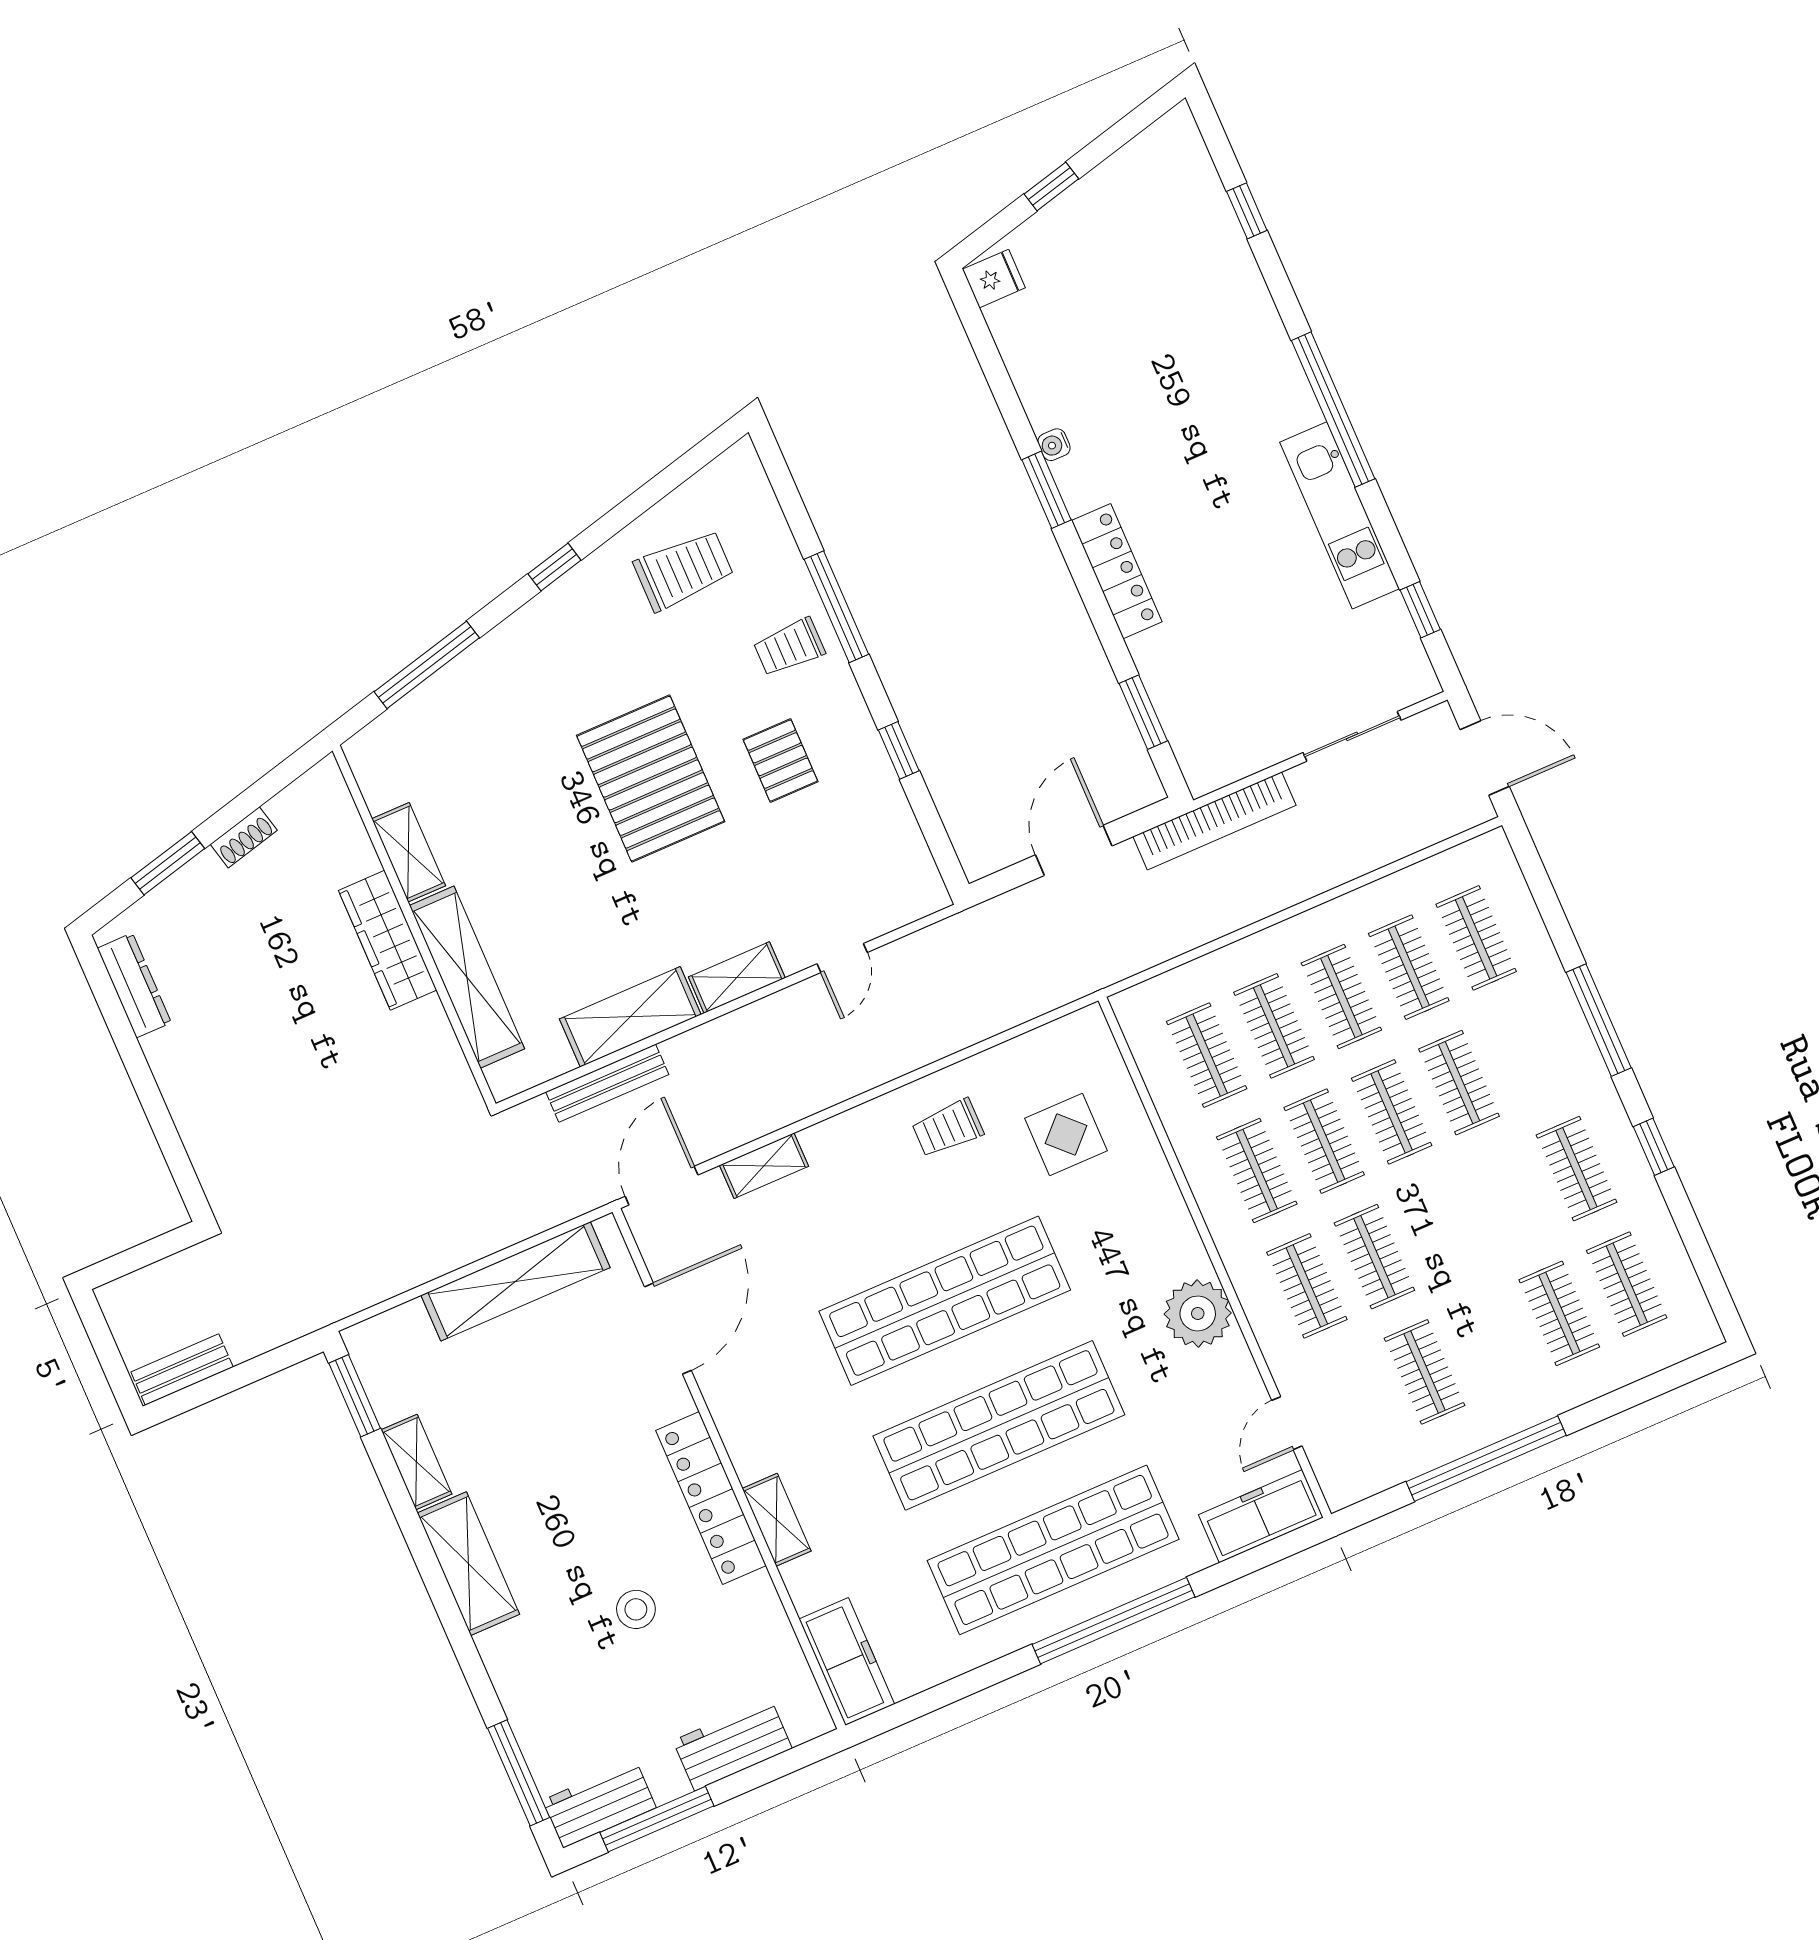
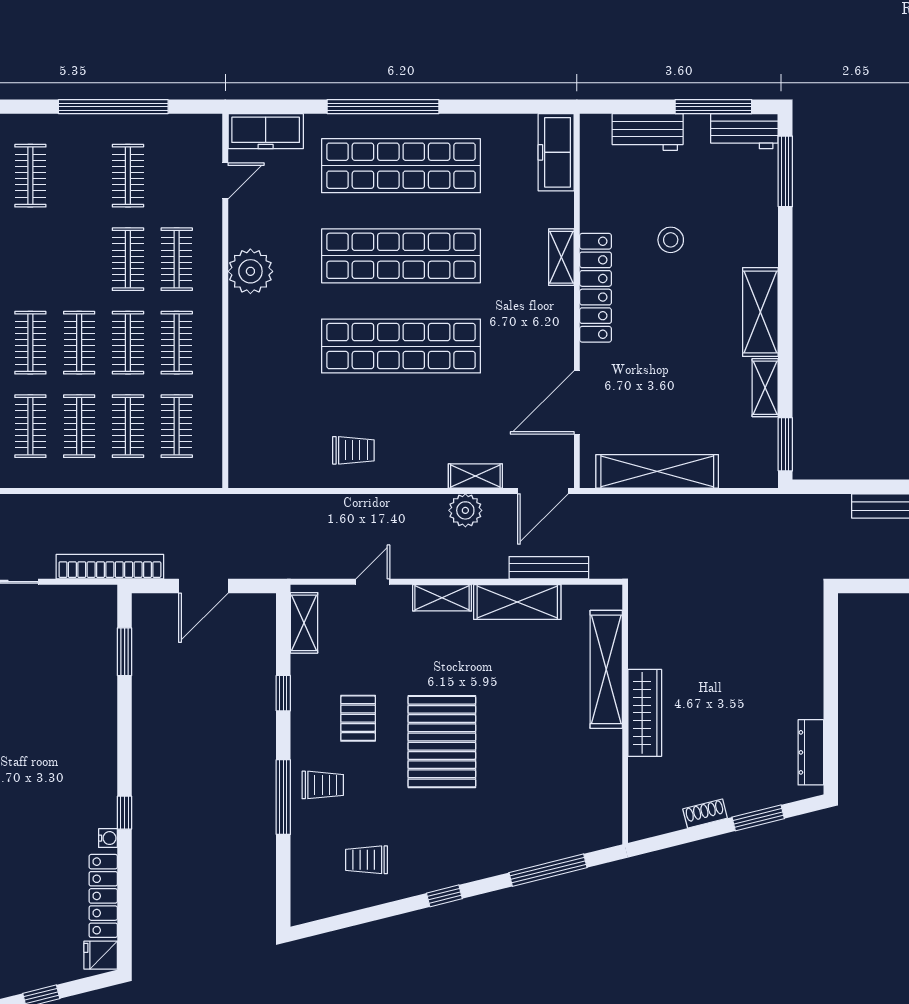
window: (1046, 490) -> (125, 813), width x0.67
trolley: (684, 570) -> (367, 860), width x0.73, depth x0.72
locker: (1117, 571) -> (103, 896), moved
shelving: (409, 852) -> (304, 623), moved
plant: (757, 1112) -> (465, 510), added
display table: (1066, 1134) -> (283, 415), removed

